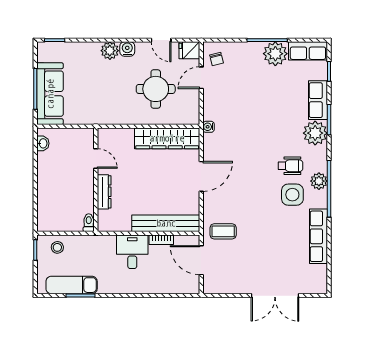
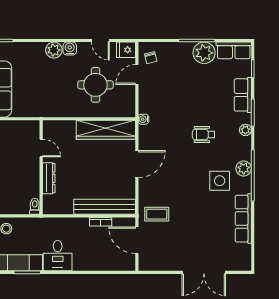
plant: (315, 133) -> (245, 130), width x0.53, depth x0.53
wheelchair: (290, 166) -> (204, 135), moved, turned 180
desk: (132, 252) -> (58, 256), moved, turned 180

